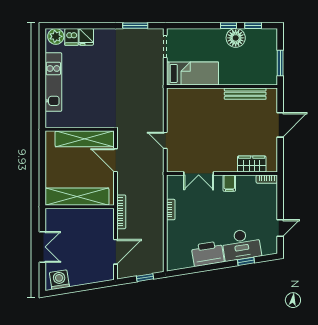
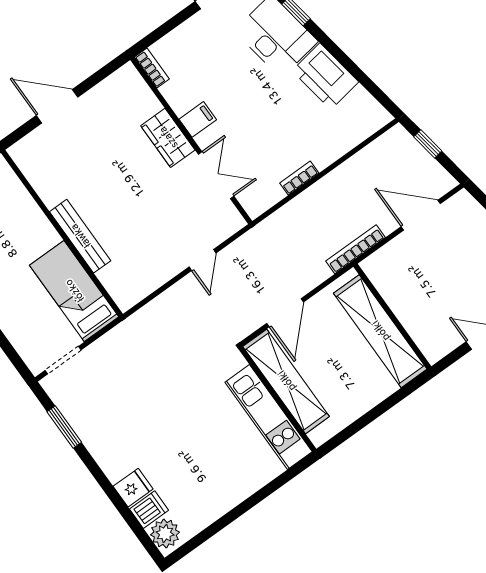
kitchen unit: (53, 82) -> (269, 417), moved, turned -90
bench: (245, 94) -> (80, 236), moved
wardrobe: (252, 164) -> (168, 138), moved

